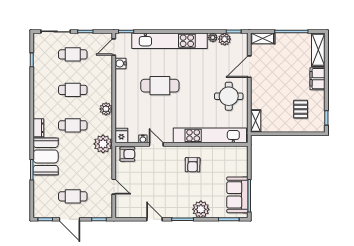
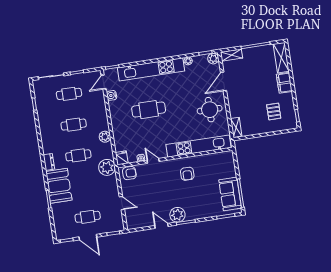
plant: (225, 39) -> (213, 59), moved
plant: (201, 209) -> (177, 215), moved

